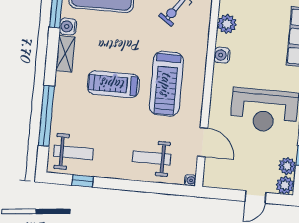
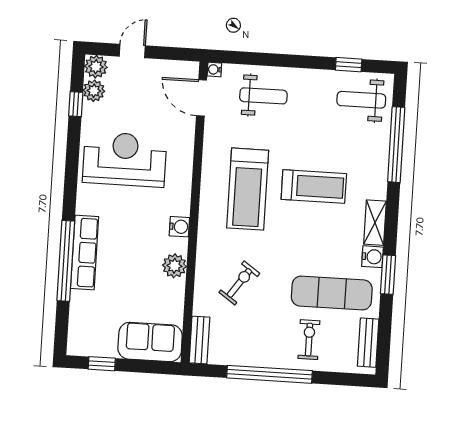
treadmill: (166, 84) -> (248, 189), turned 180
door: (203, 142) -> (201, 98), moved

